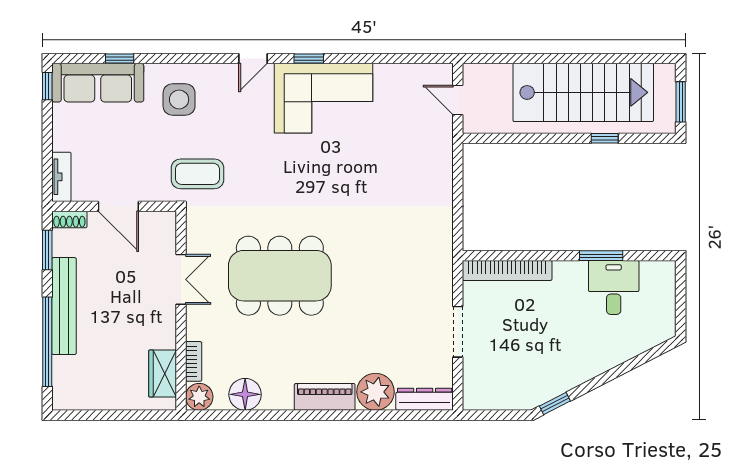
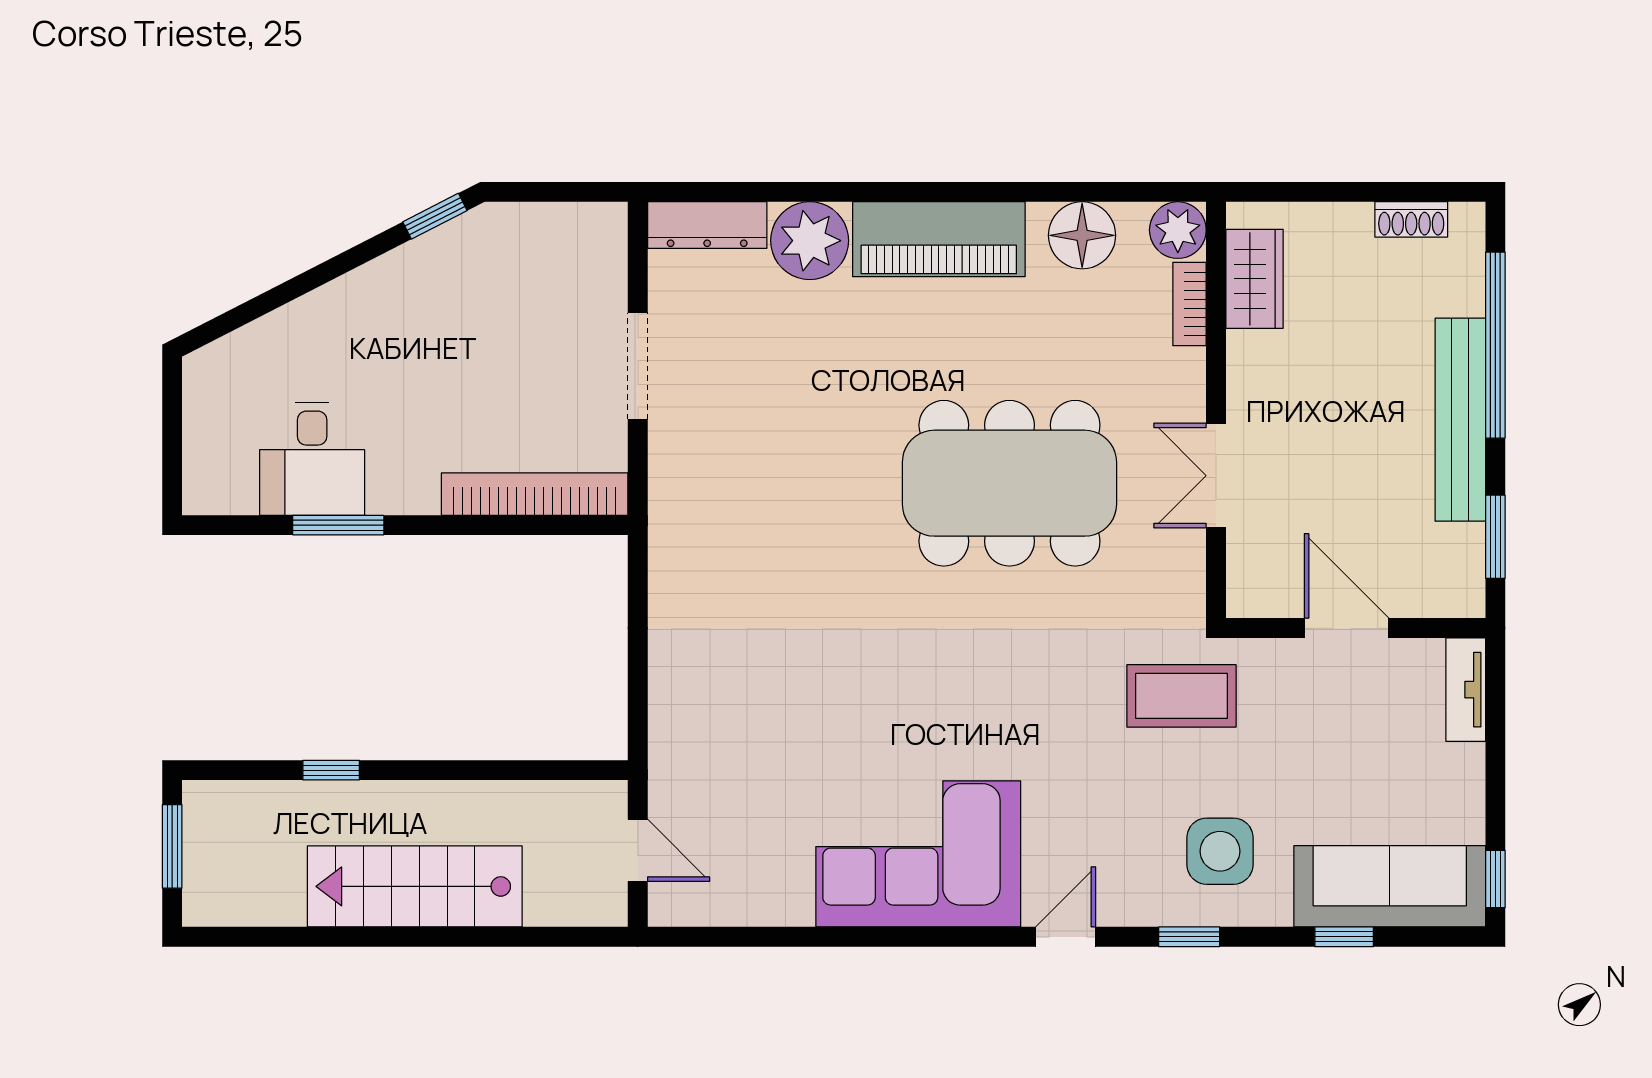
window: (309, 59) -> (1189, 937), moved
stairs: (583, 92) -> (415, 886), width x0.73, depth x0.66
shoe rack: (69, 219) -> (1411, 219), moved, turned 180
piano: (325, 397) -> (939, 239), width x1.37, depth x1.33

